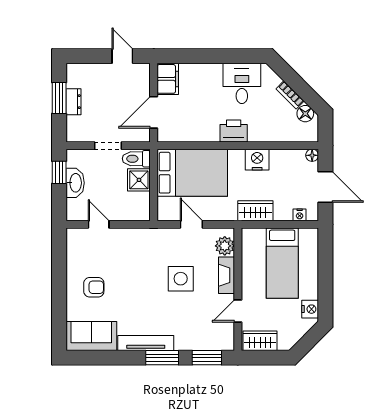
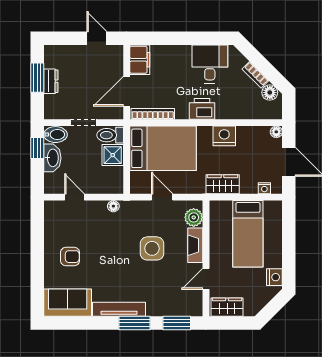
bookcase: (181, 136) -> (153, 114), added
bidet: (79, 158) -> (55, 135), added
floor lamp: (140, 234) -> (113, 206), added

